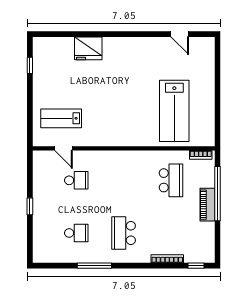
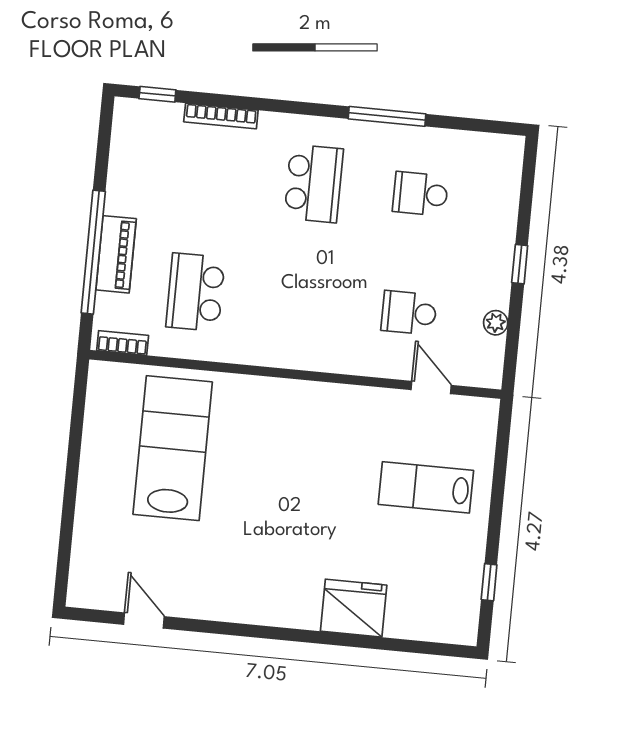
lab bench: (61, 118) -> (426, 487), moved, turned 180
plant: (38, 180) -> (496, 323), added
piano: (207, 205) -> (116, 254), moved

